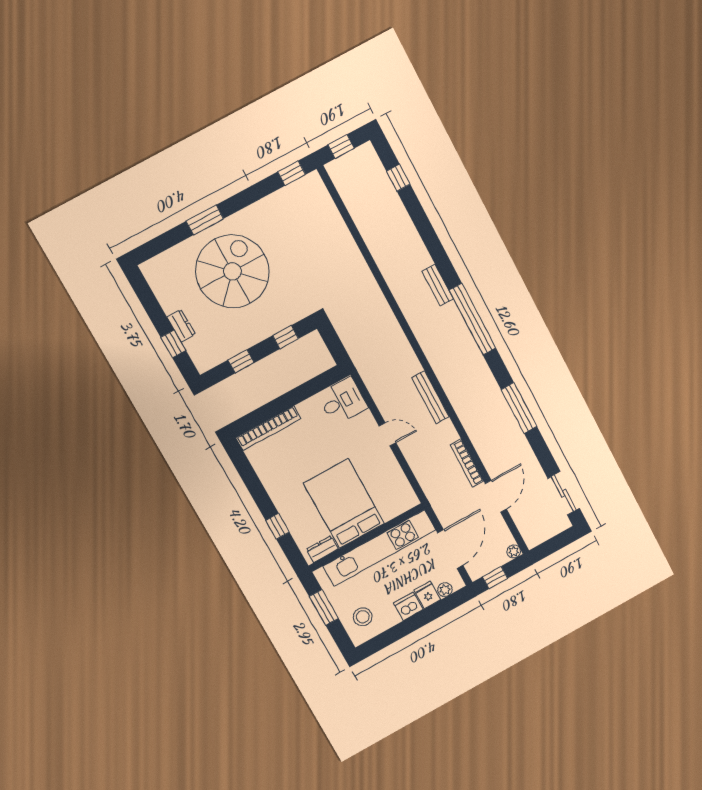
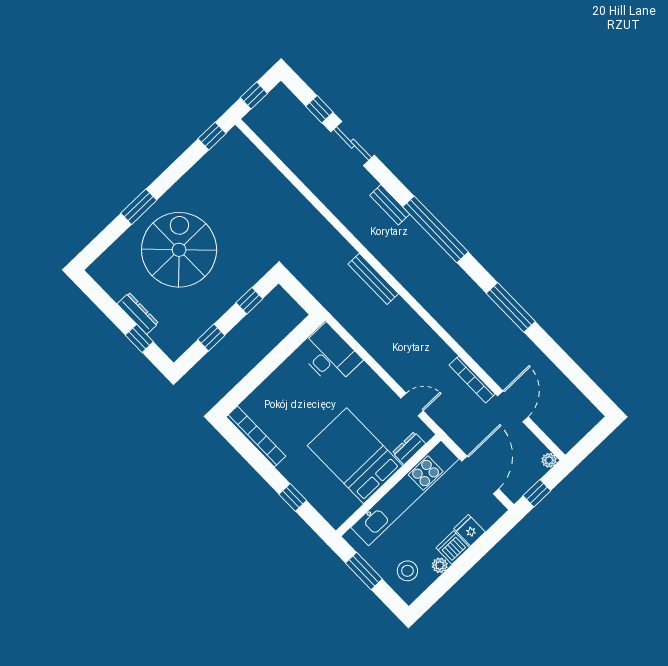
dresser: (181, 326) -> (138, 313), width x1.44
bench: (430, 397) -> (373, 279), moved
desk: (343, 401) -> (330, 355), width x1.37
bookcase: (268, 428) -> (256, 436), moved, turned -90
door: (388, 434) -> (412, 405), moved
sliding door: (564, 493) -> (353, 144), moved
dresser: (322, 549) -> (409, 448), moved
plant: (445, 590) -> (440, 565), moved

